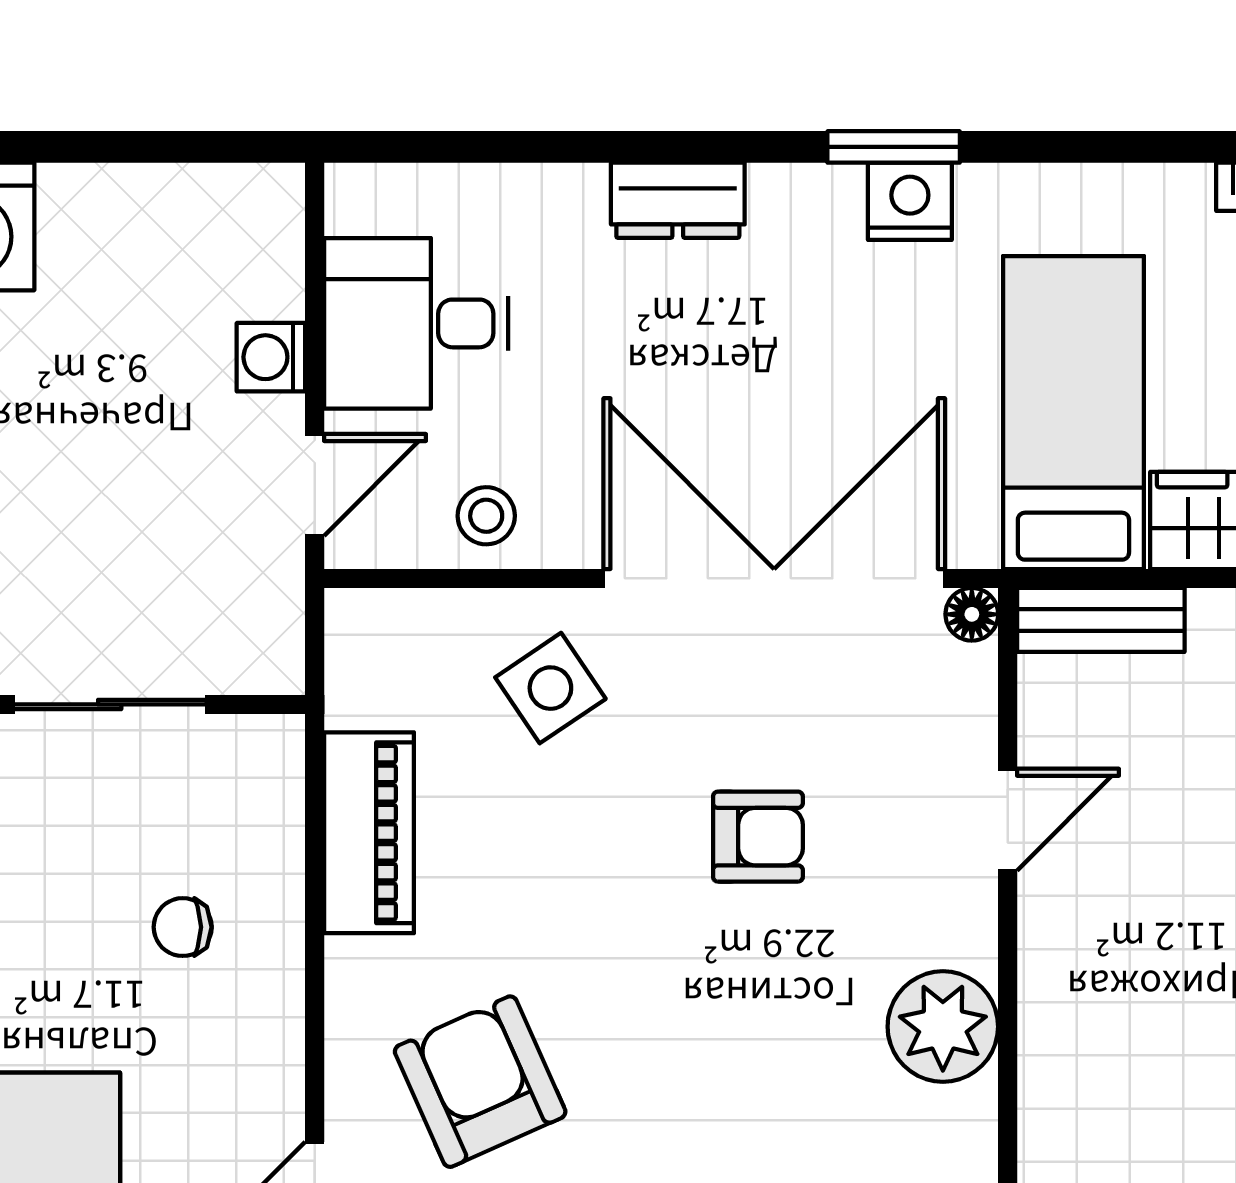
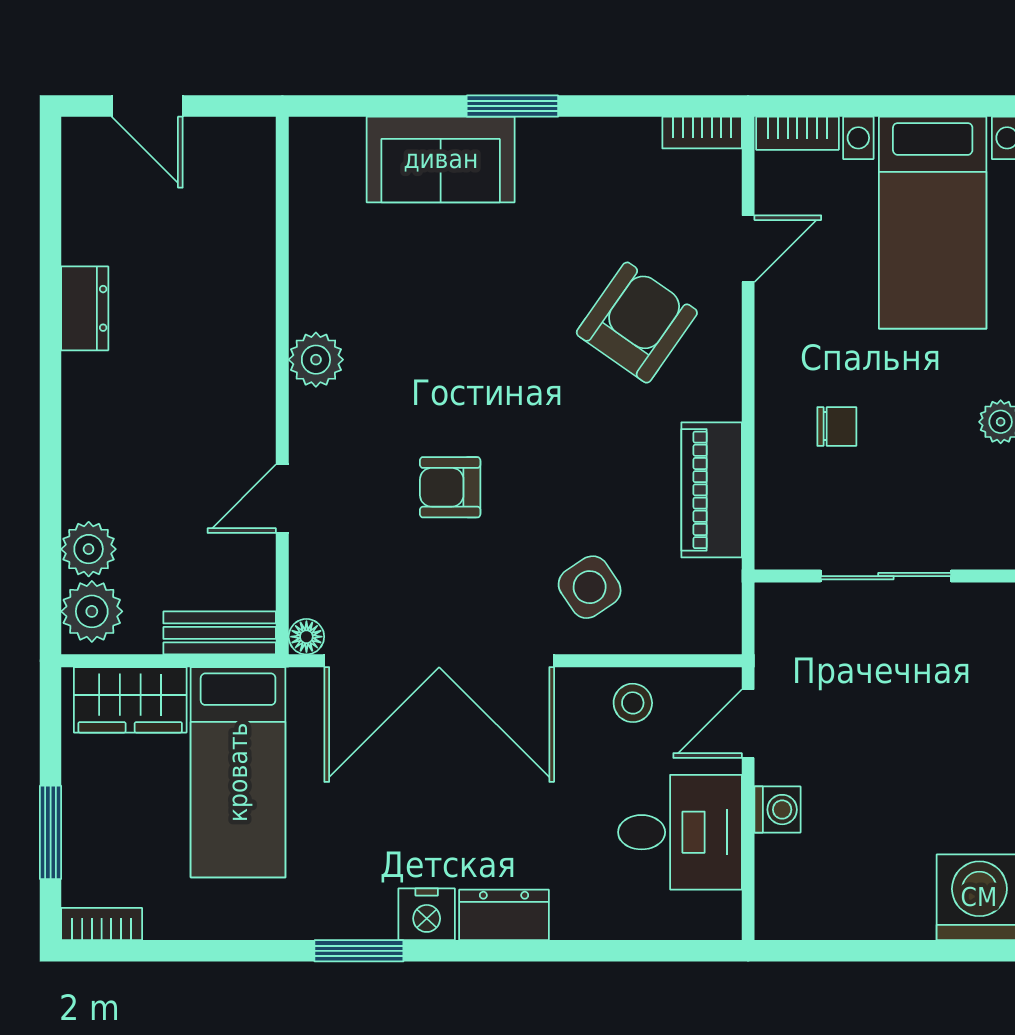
nightstand: (910, 201) -> (427, 914), moved
plant: (943, 1027) -> (316, 360), width x0.73, depth x0.73
armchair: (480, 1082) -> (637, 323), turned -121

